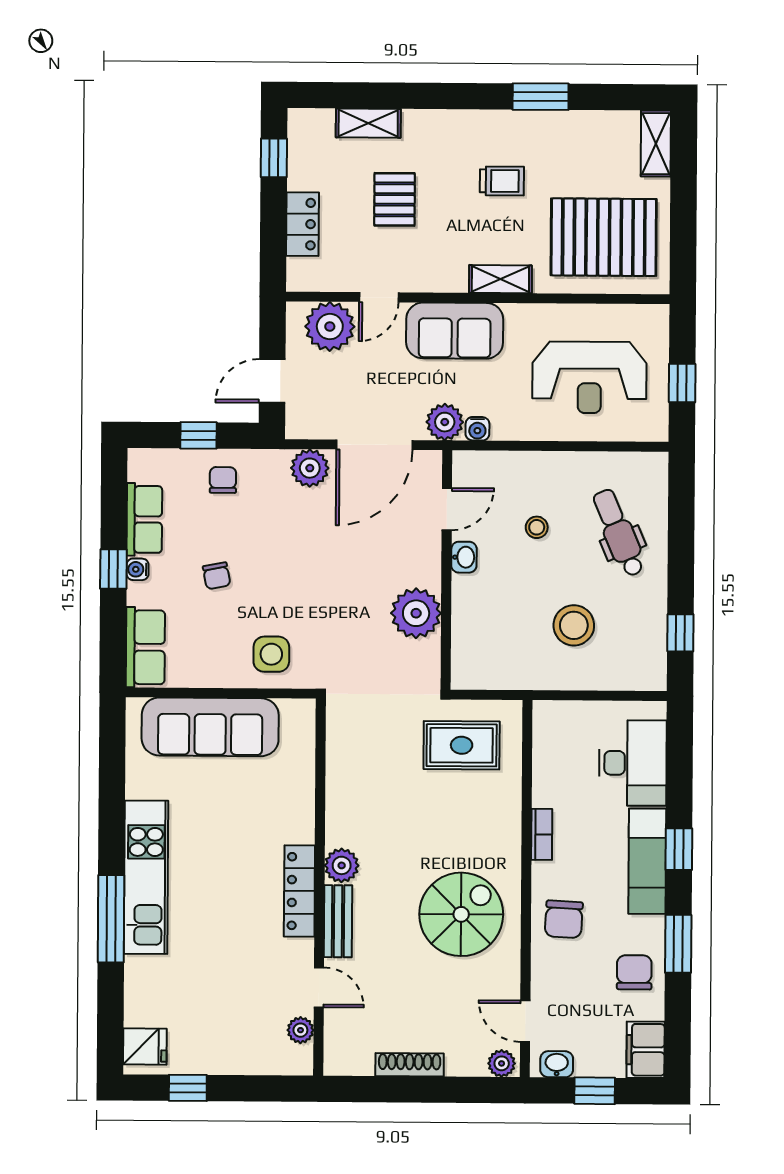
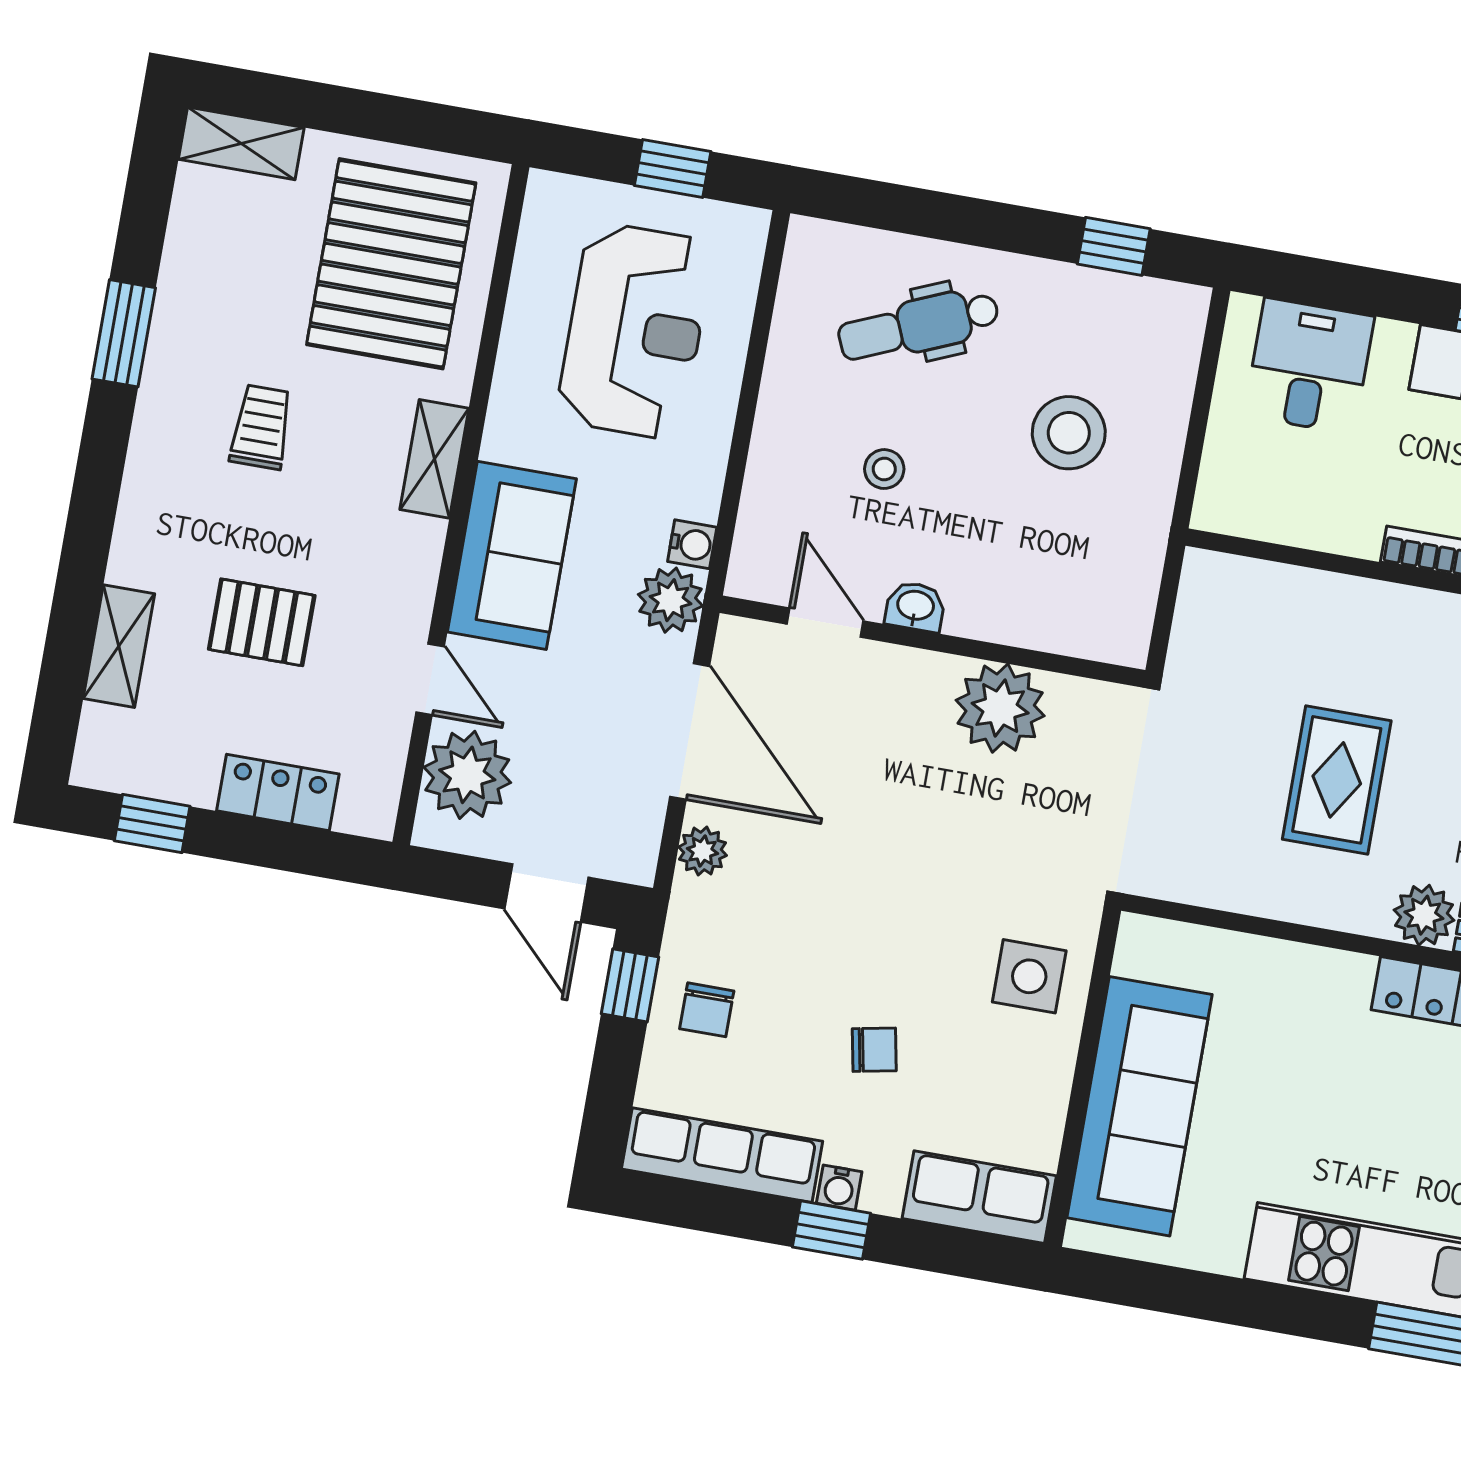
window: (199, 435) -> (630, 985), moved
plant: (310, 468) -> (702, 851), width x0.73, depth x0.73
chair: (223, 480) -> (707, 1010), turned -90
row of seats: (144, 519) -> (722, 1155), width x1.48
rug: (462, 745) -> (1337, 780), moved
desk: (633, 763) -> (1309, 366), width x0.73

